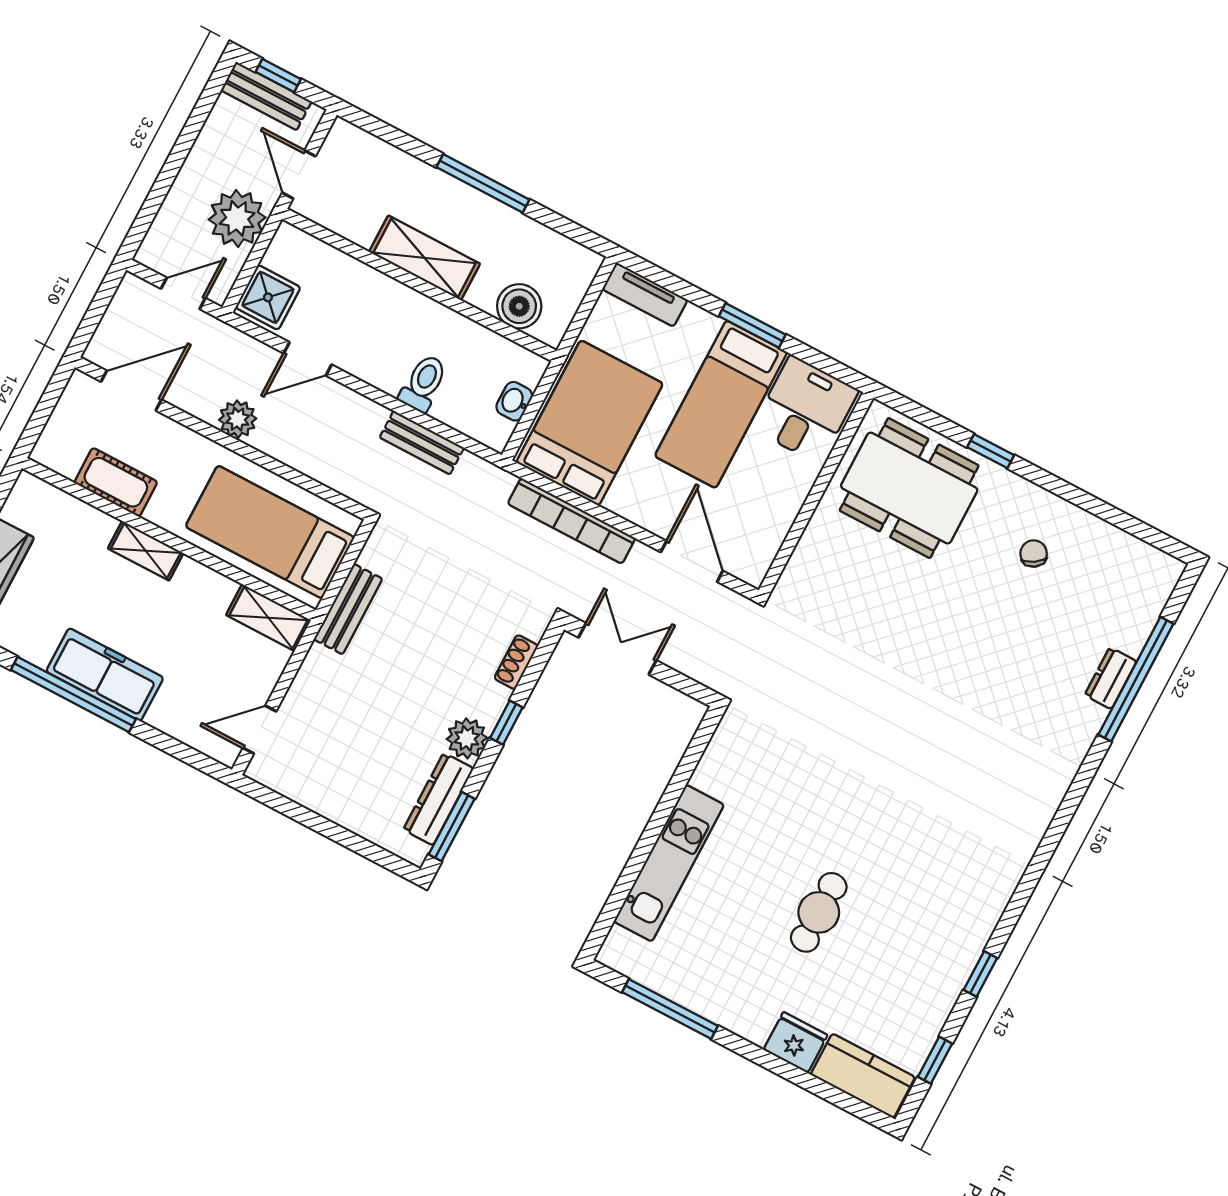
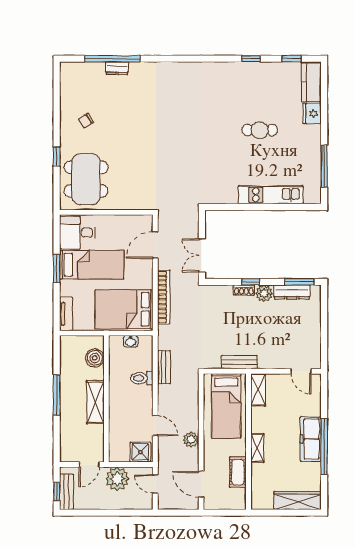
shoe rack: (516, 662) -> (244, 290), moved

